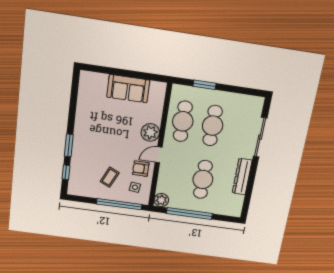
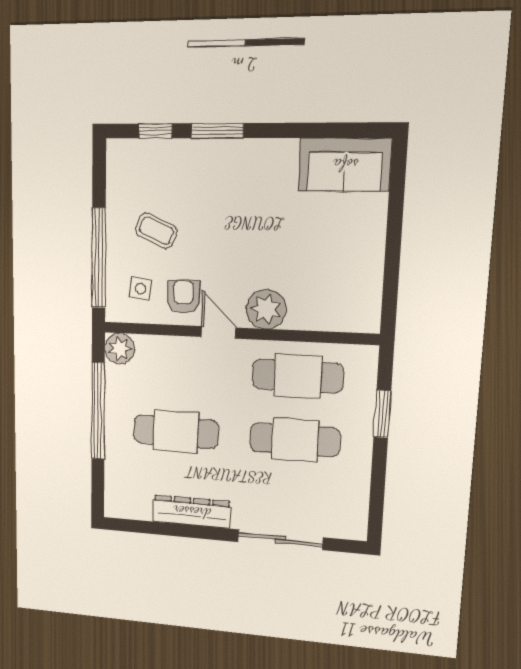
sofa: (128, 89) -> (345, 165), moved, turned -90

